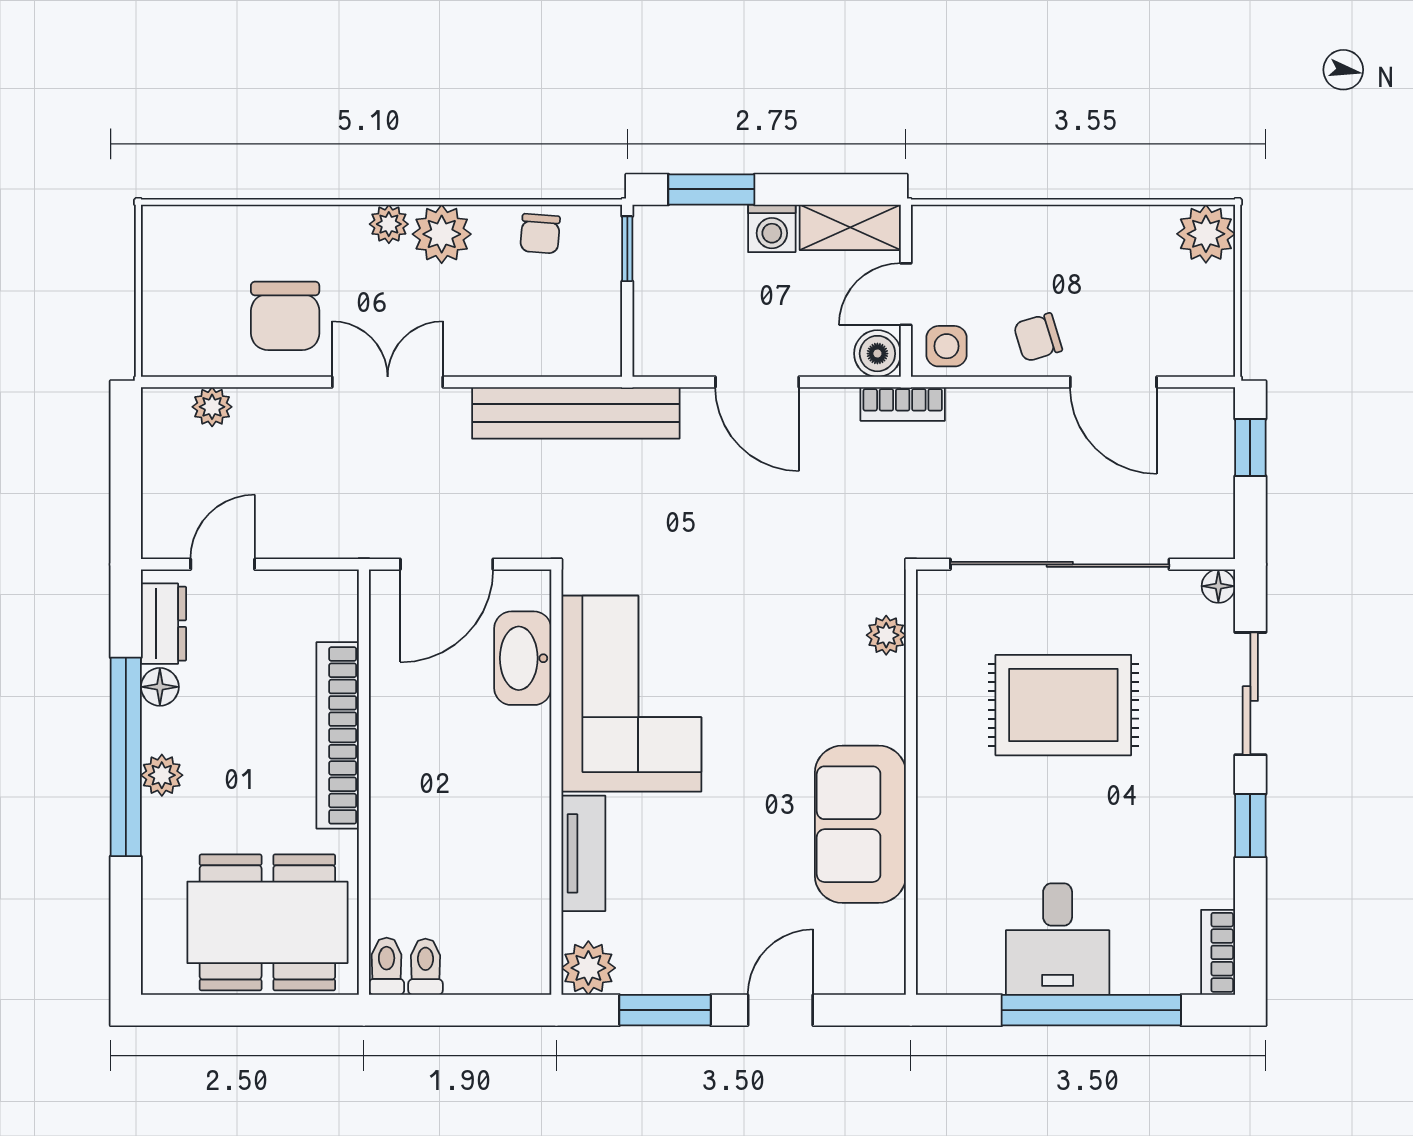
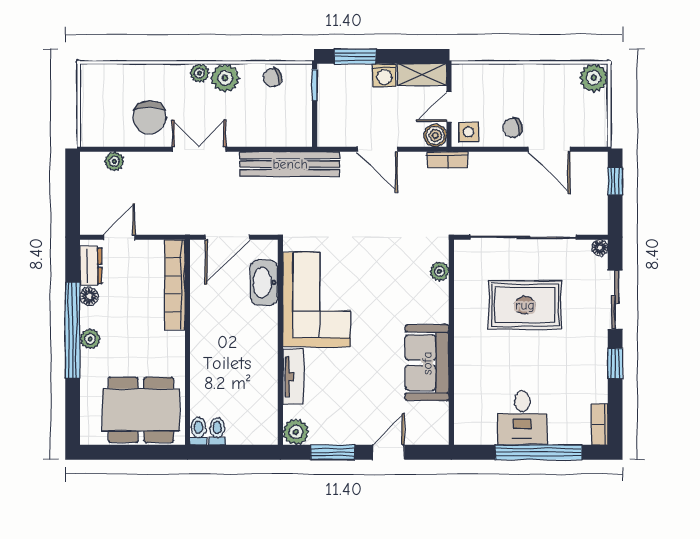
chair: (540, 234) -> (273, 78), turned 67
bookcase: (338, 735) -> (175, 285), moved

